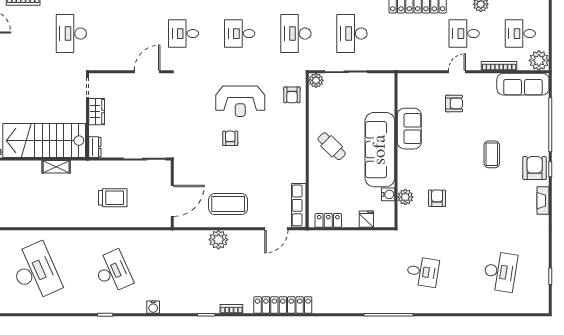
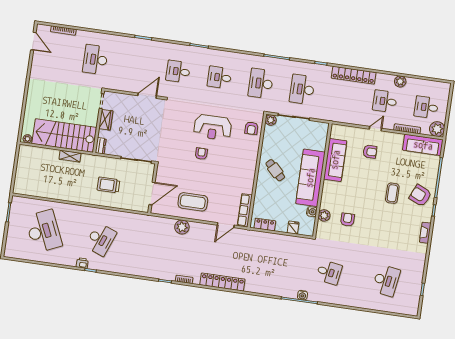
sofa: (409, 129) -> (335, 160), width x1.36
armchair: (535, 168) -> (420, 196), moved, turned -66
trolley: (113, 198) -> (108, 185), turned 180
desk: (113, 272) -> (101, 239), turned 45
printer: (93, 307) -> (82, 263), added
water cooler: (153, 307) -> (302, 295), moved

